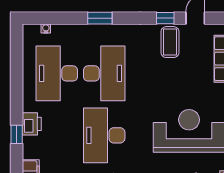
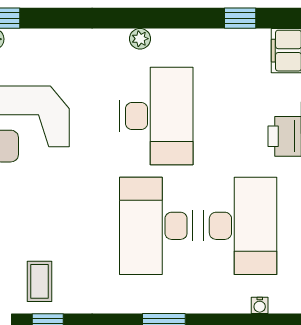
coffee table: (170, 42) -> (40, 281), width x0.73, depth x0.77

